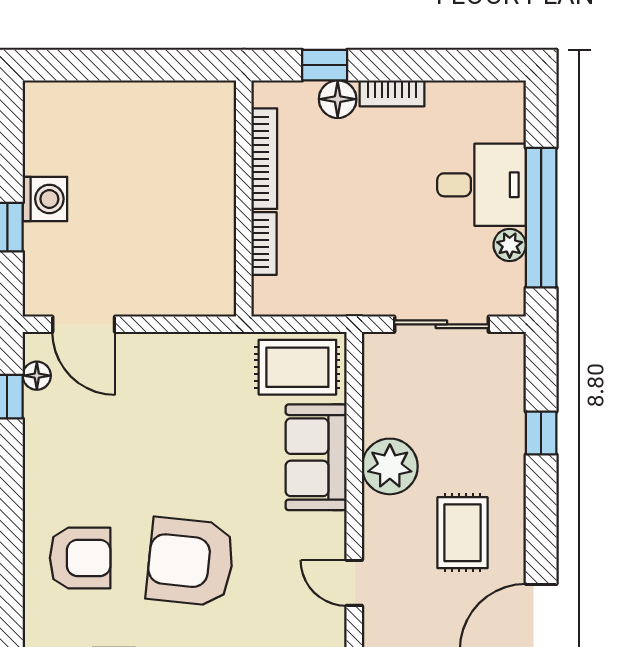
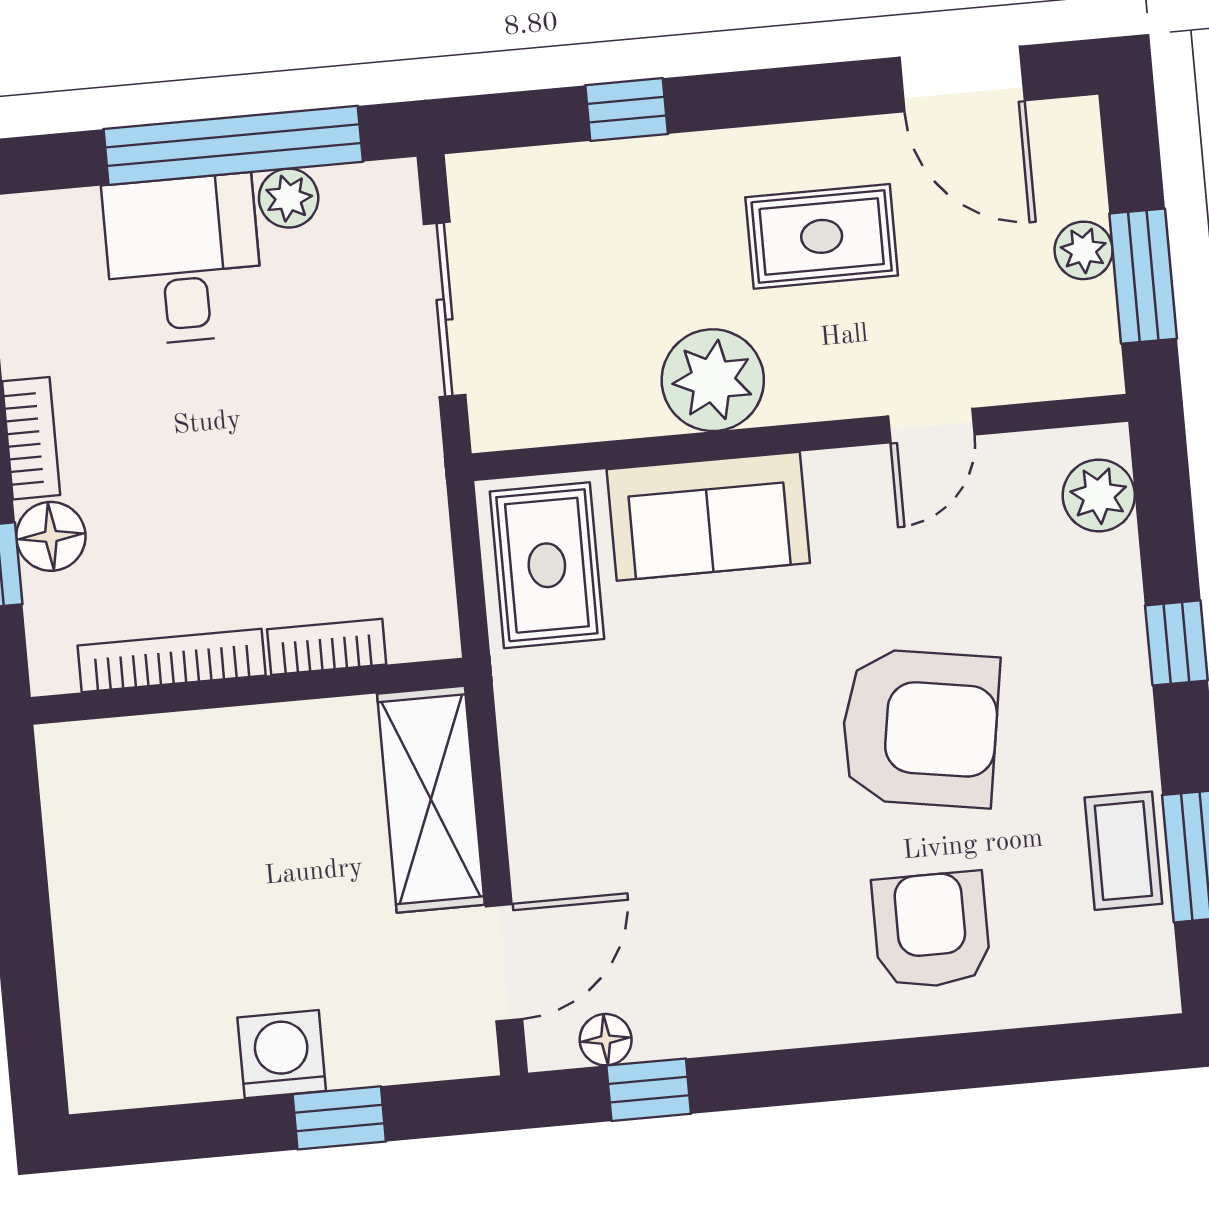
shelving: (176, 293) -> (431, 799), added
armchair: (191, 562) -> (920, 728), turned -87

